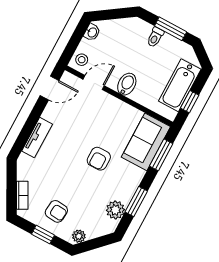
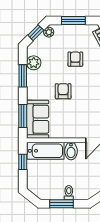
bathtub: (180, 85) -> (46, 151), moved, turned 90
armchair: (56, 211) -> (75, 59), moved, turned 85
window: (43, 235) -> (73, 20), width x1.50
window: (94, 244) -> (36, 33), added

